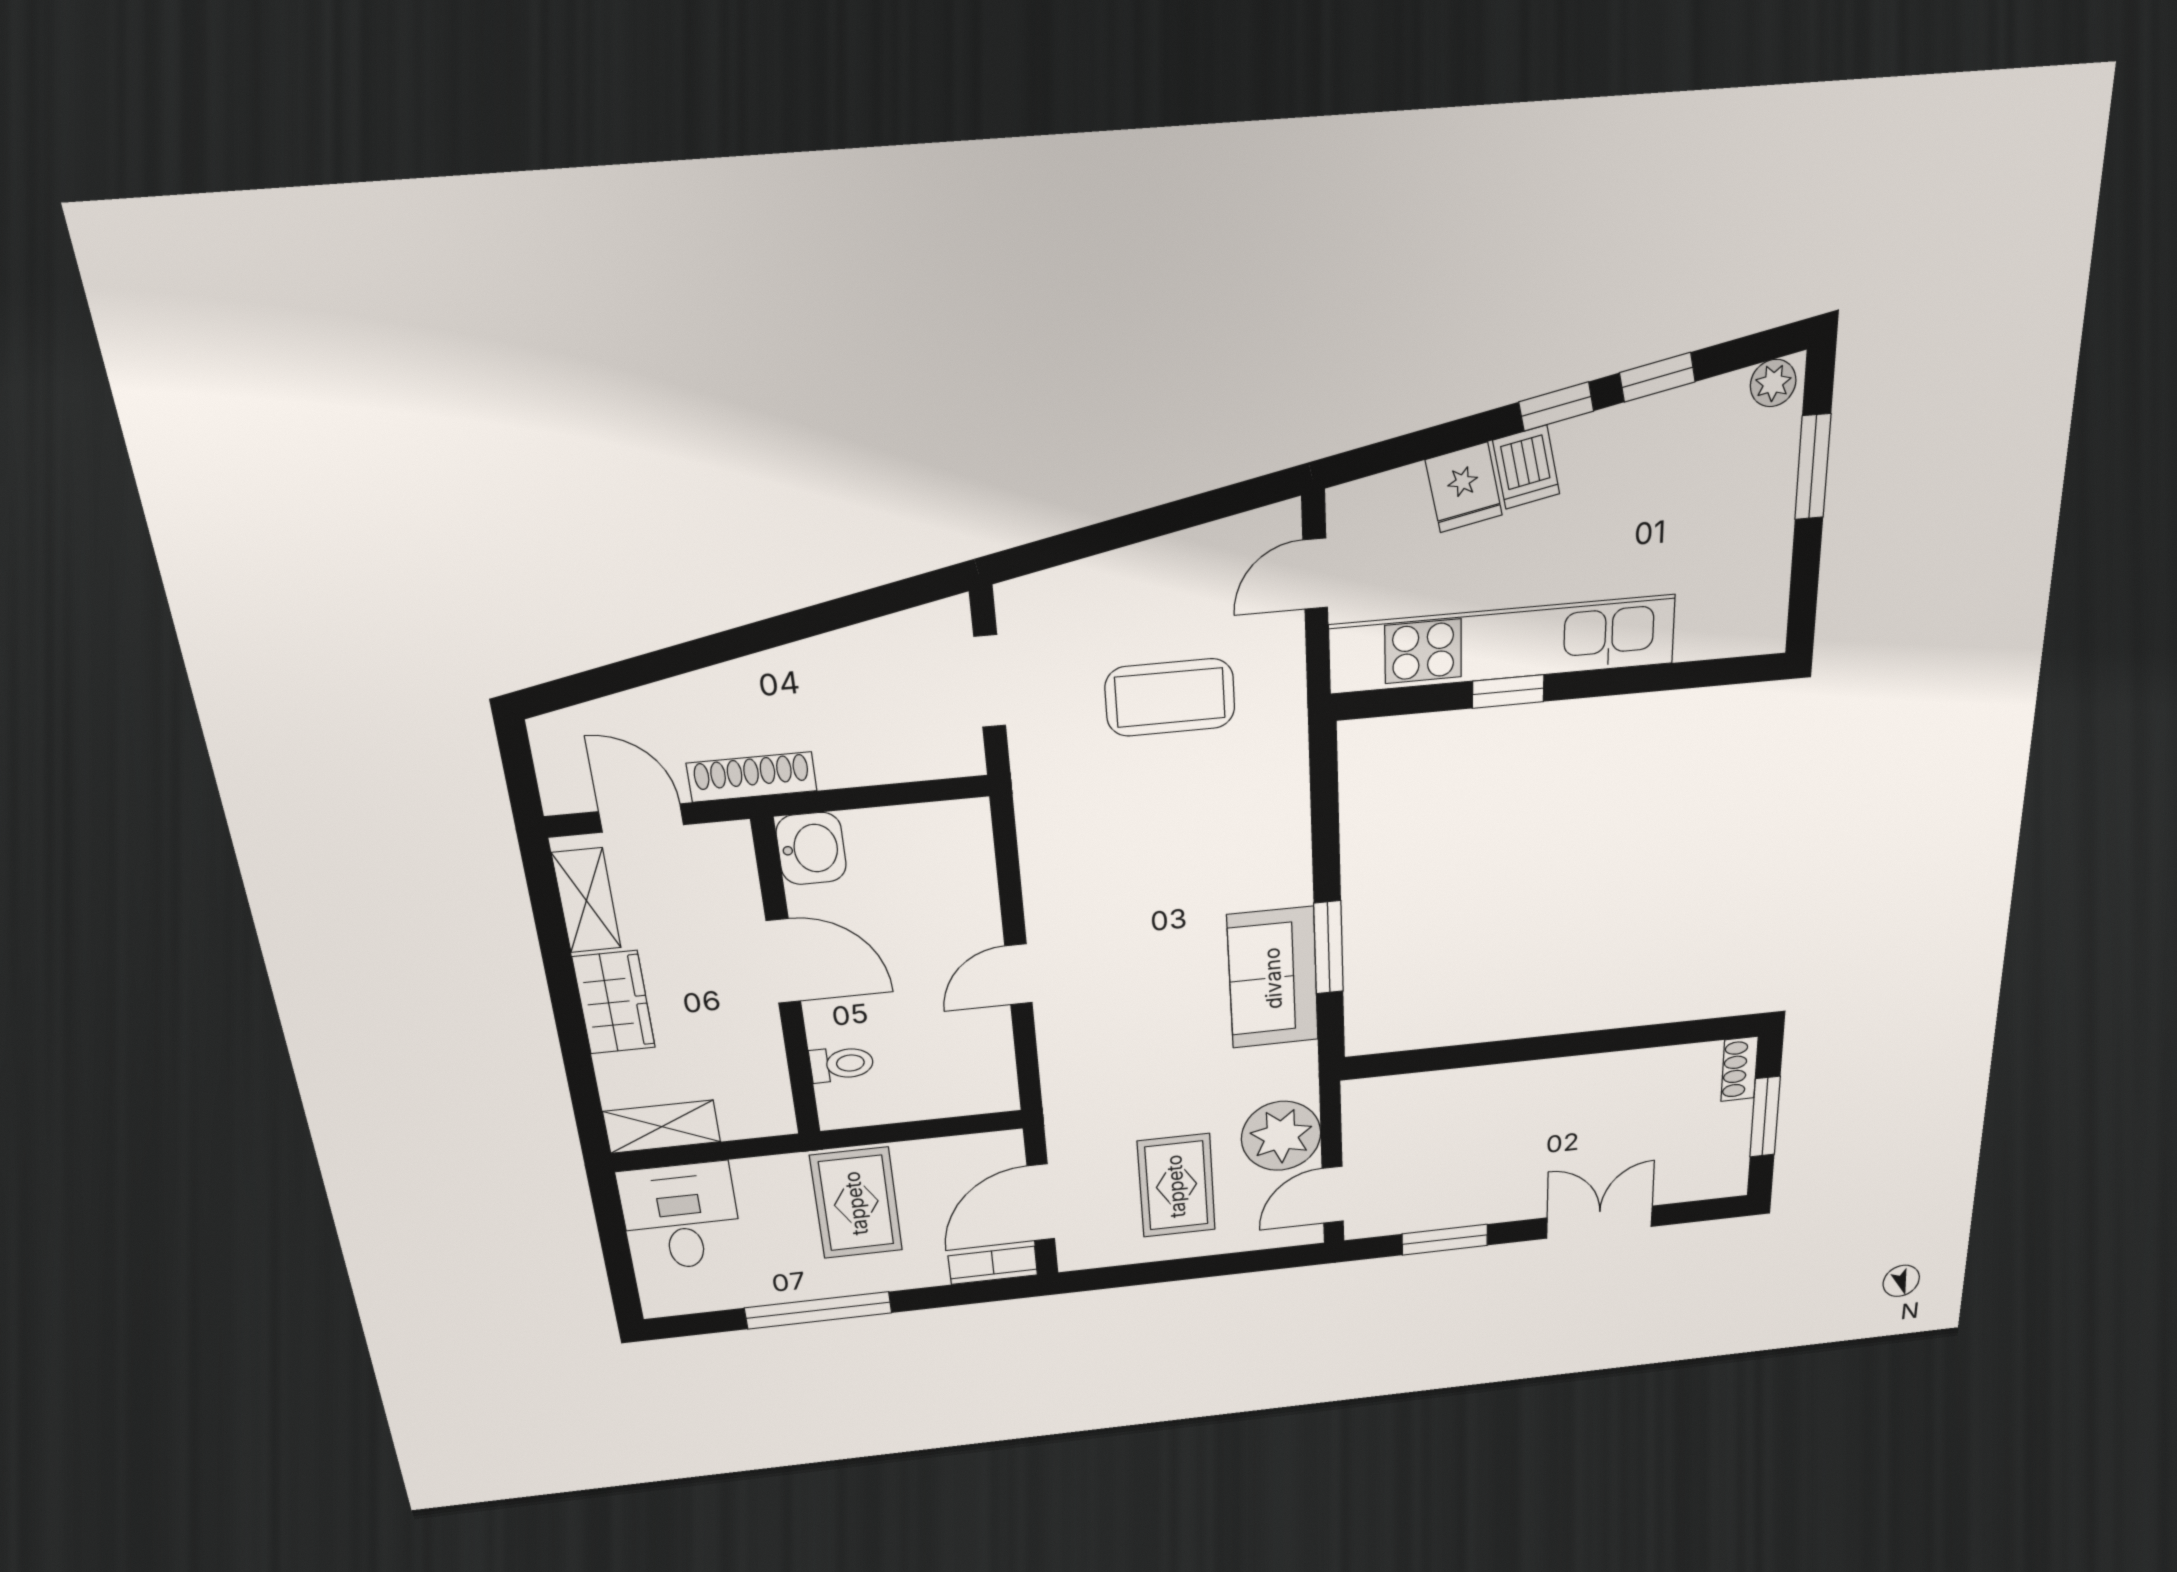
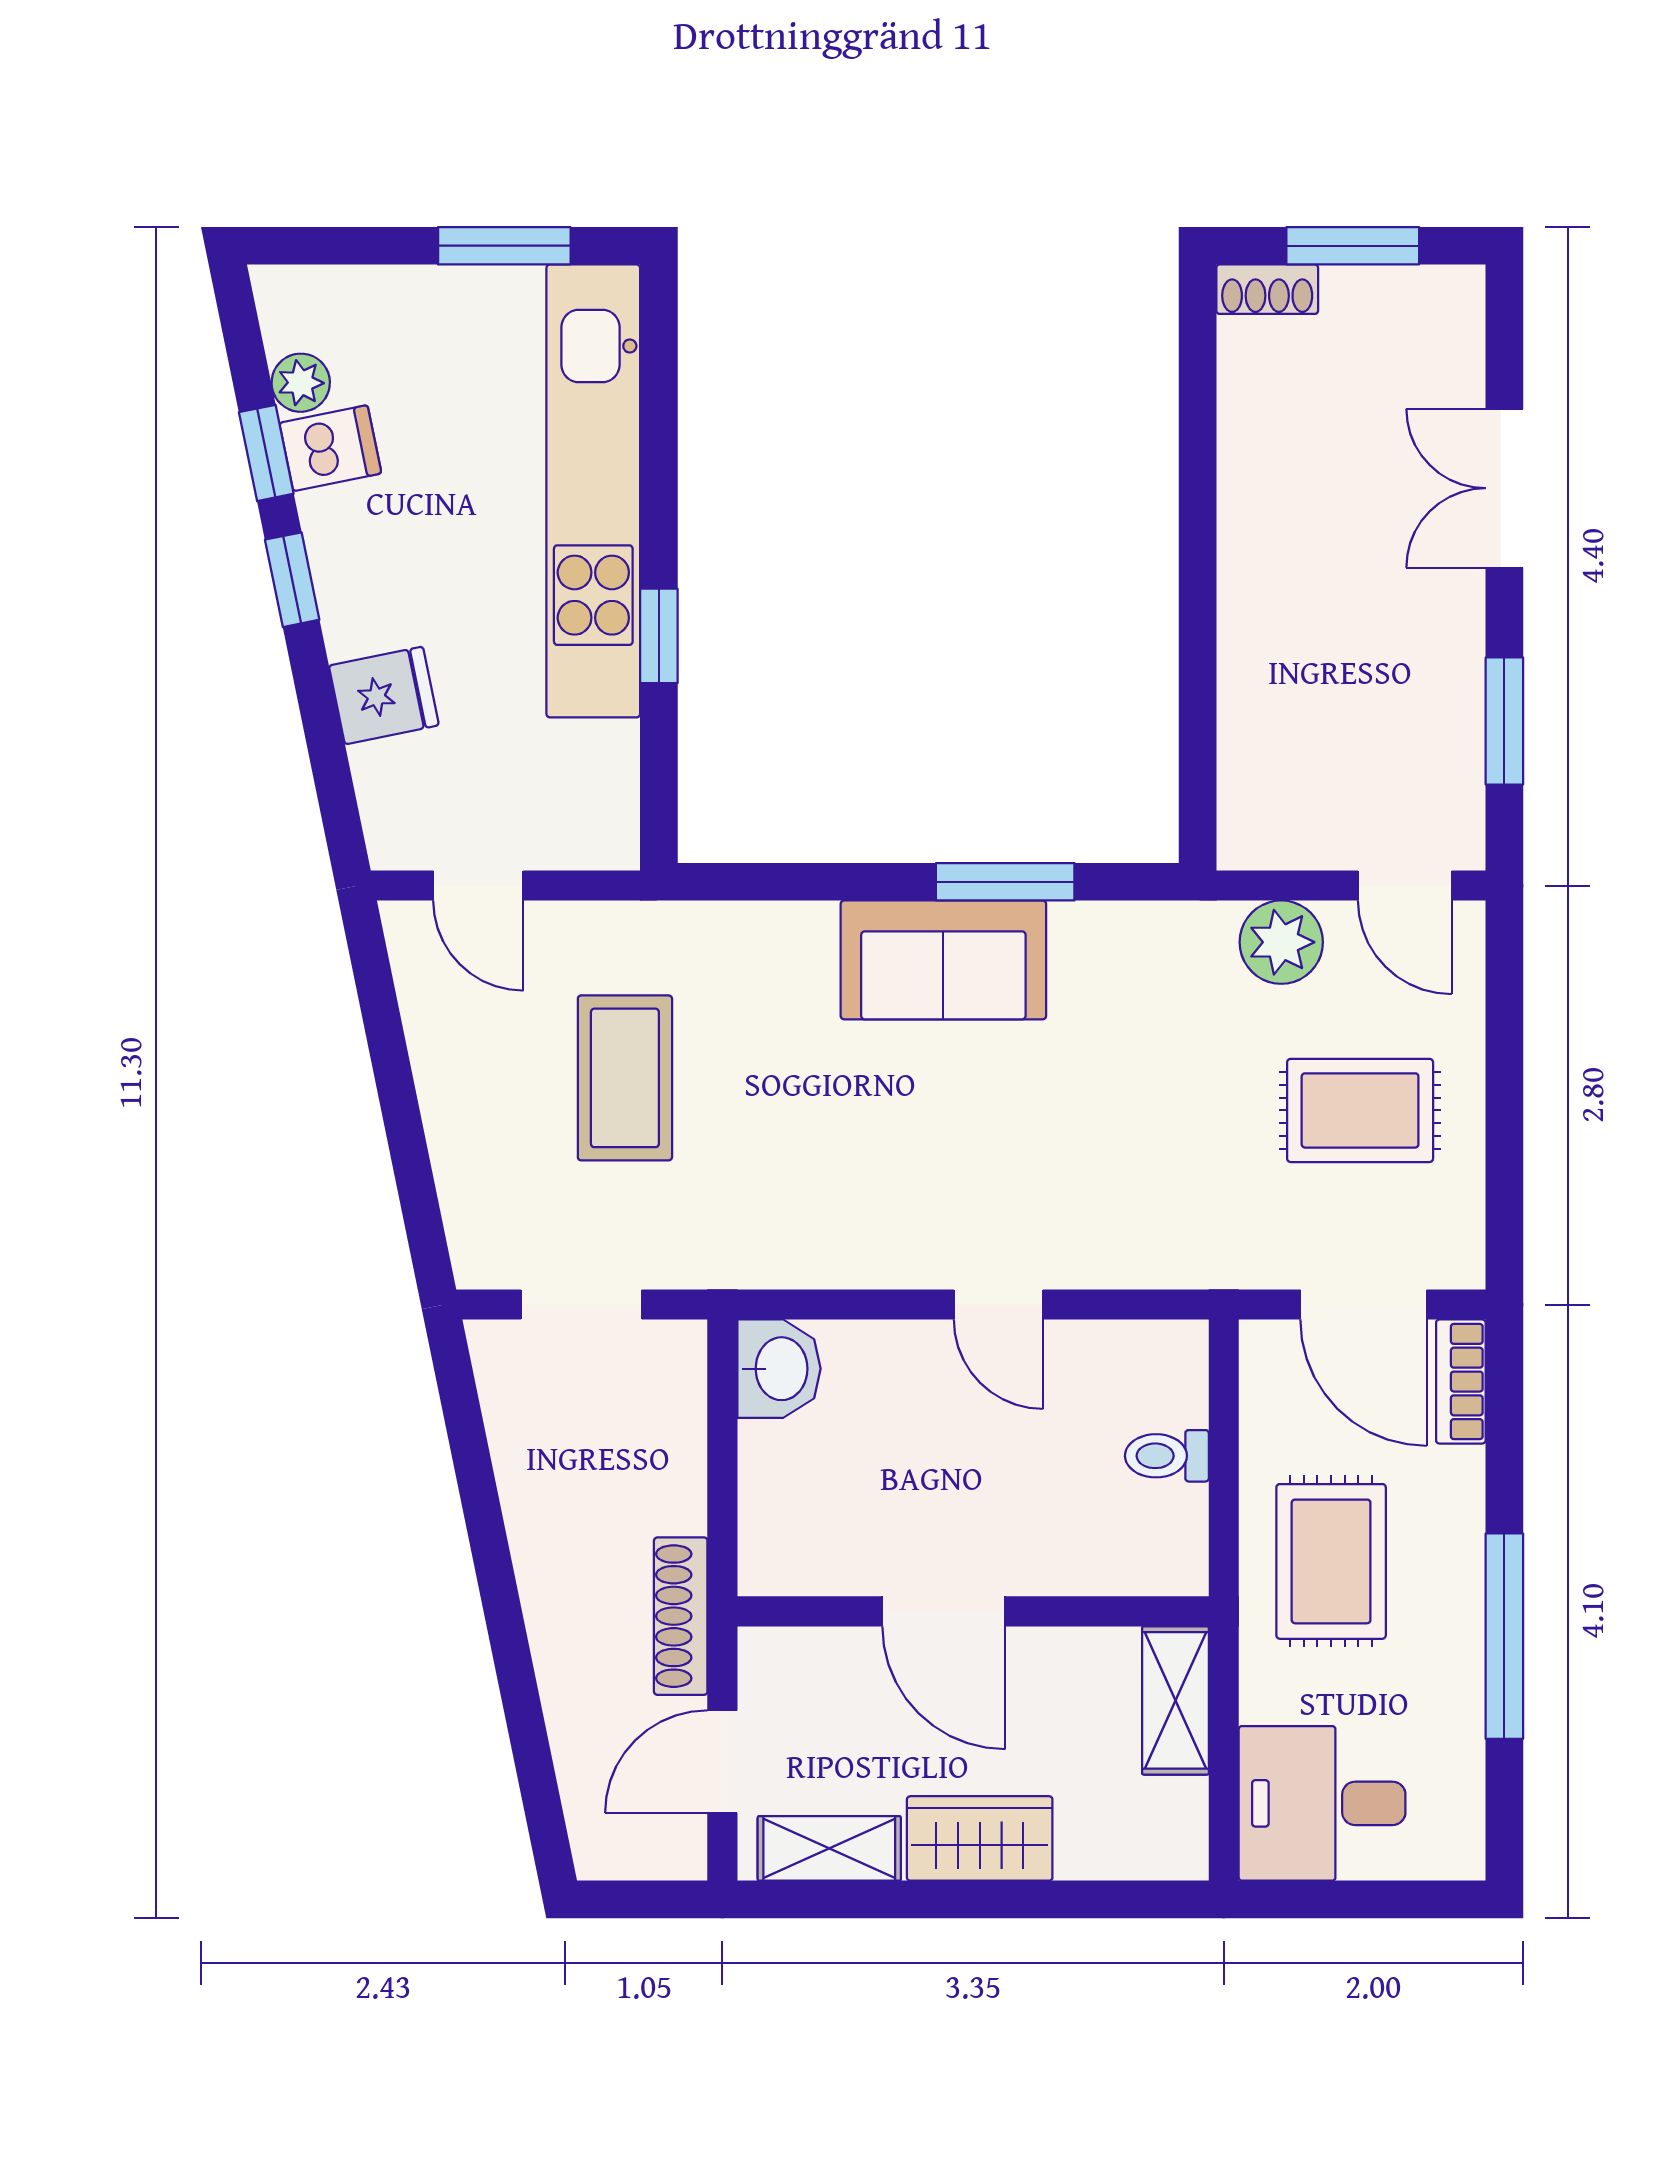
plant: (1773, 383) -> (301, 383), moved
dishwasher: (1526, 467) -> (330, 448), moved
window: (1813, 467) -> (504, 246), moved
kitchen unit: (1503, 644) -> (593, 491), moved
washbasin: (811, 849) -> (779, 1369), moved, turned 90
door: (783, 961) -> (944, 1611), swing flipped
sofa: (1273, 978) -> (943, 960), moved
toilet: (842, 1064) -> (1167, 1456), moved, turned -90
shelving: (662, 1127) -> (1175, 1700), moved
plant: (1281, 1136) -> (1281, 942), width x0.73, depth x0.73
rug: (856, 1203) -> (1331, 1561), turned 90

